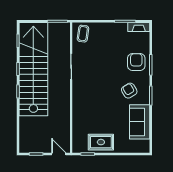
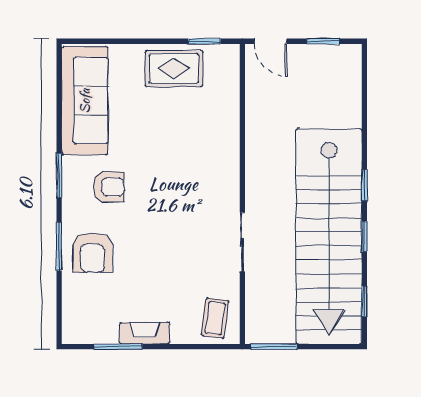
fireplace: (139, 27) -> (145, 333), moved
armchair: (129, 91) -> (109, 187), turned -59
sofa: (140, 122) -> (85, 101), width x1.36

